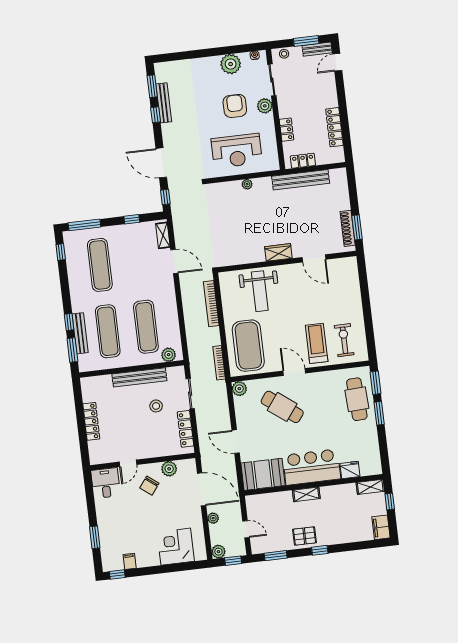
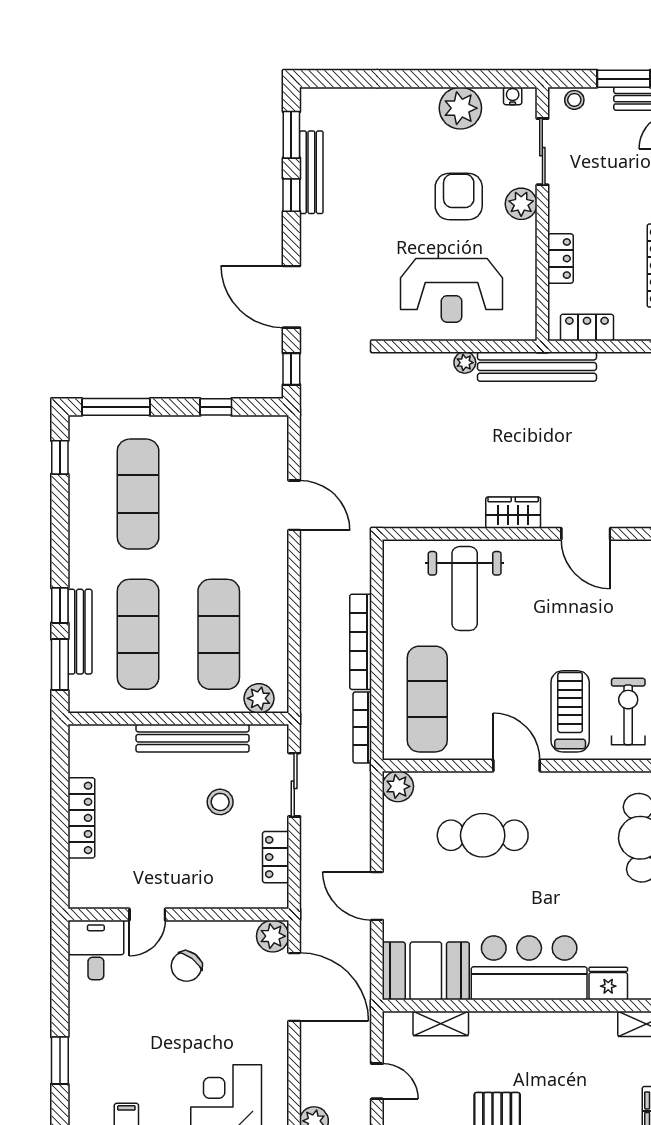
bench: (301, 180) -> (537, 367), moved
shelving: (163, 235) -> (277, 448), removed
bookcase: (211, 304) -> (361, 642), moved
exercise mat: (248, 346) -> (427, 699), width x0.68
cafe table: (282, 407) -> (483, 835), turned -37
locker: (185, 429) -> (276, 857), width x0.66
plant: (169, 469) -> (273, 936), moved
shelving: (306, 494) -> (441, 1023), moved
plant: (213, 518) -> (311, 1050), removed

